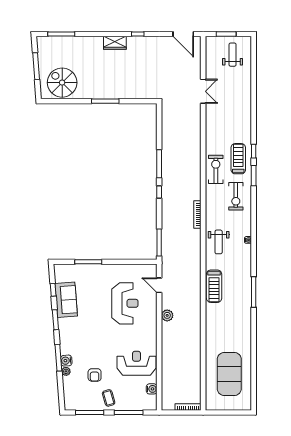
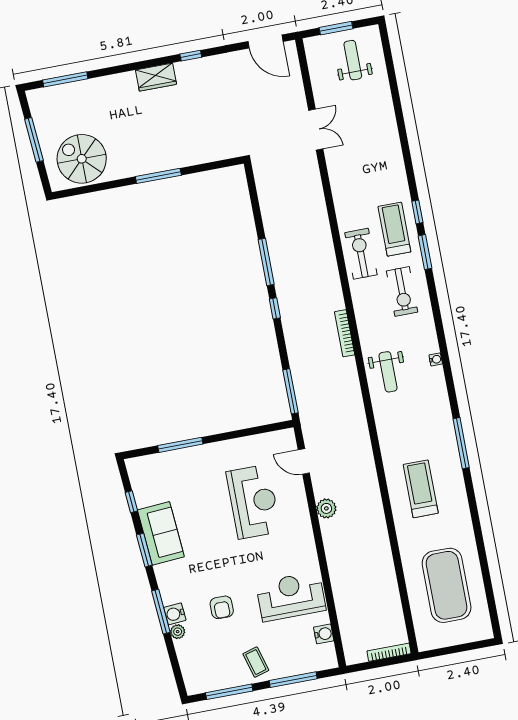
treadmill: (214, 286) -> (421, 489), moved, turned 180
sofa: (66, 300) -> (161, 533), moved
armchair: (95, 375) -> (222, 607), moved

